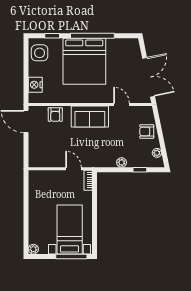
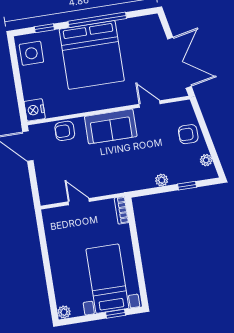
nightstand: (35, 85) -> (35, 110), moved
armchair: (55, 114) -> (65, 131), turned 90
door: (73, 169) -> (79, 202), moved
window: (71, 257) -> (115, 314), width x0.46

